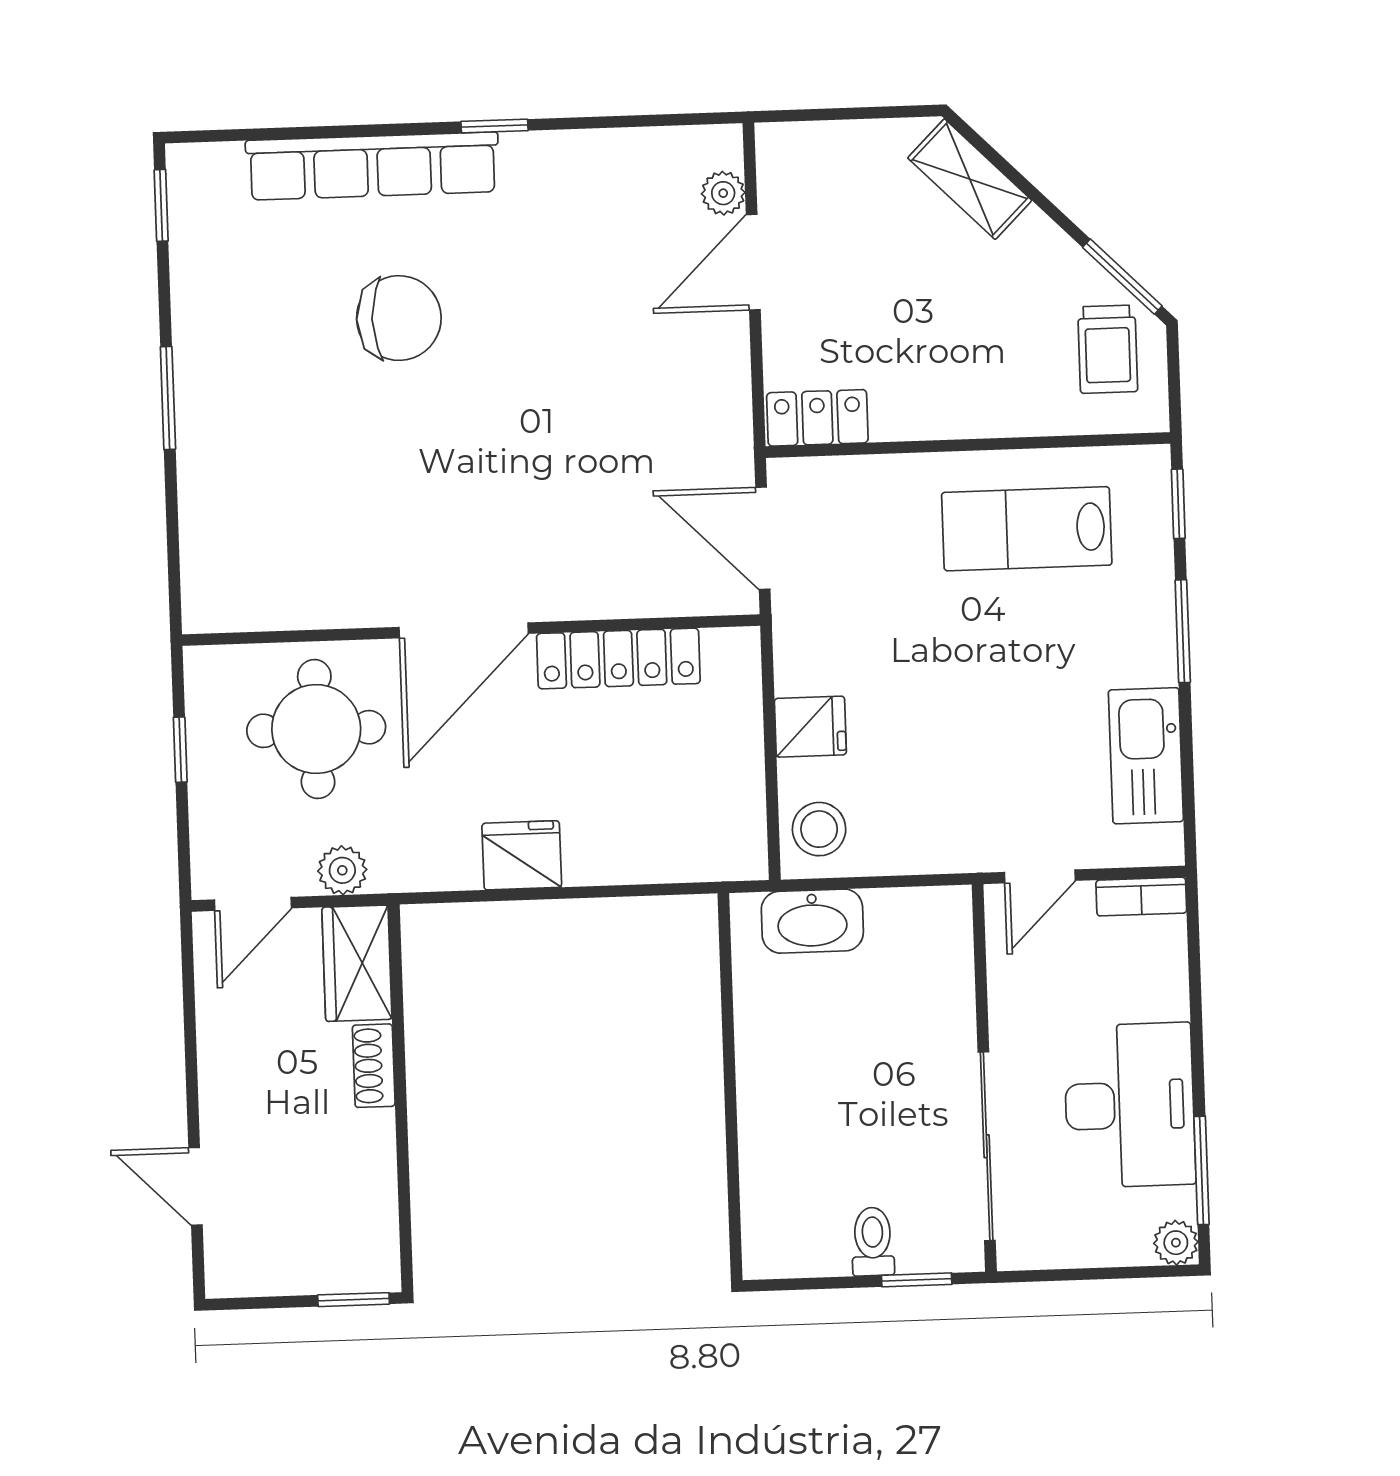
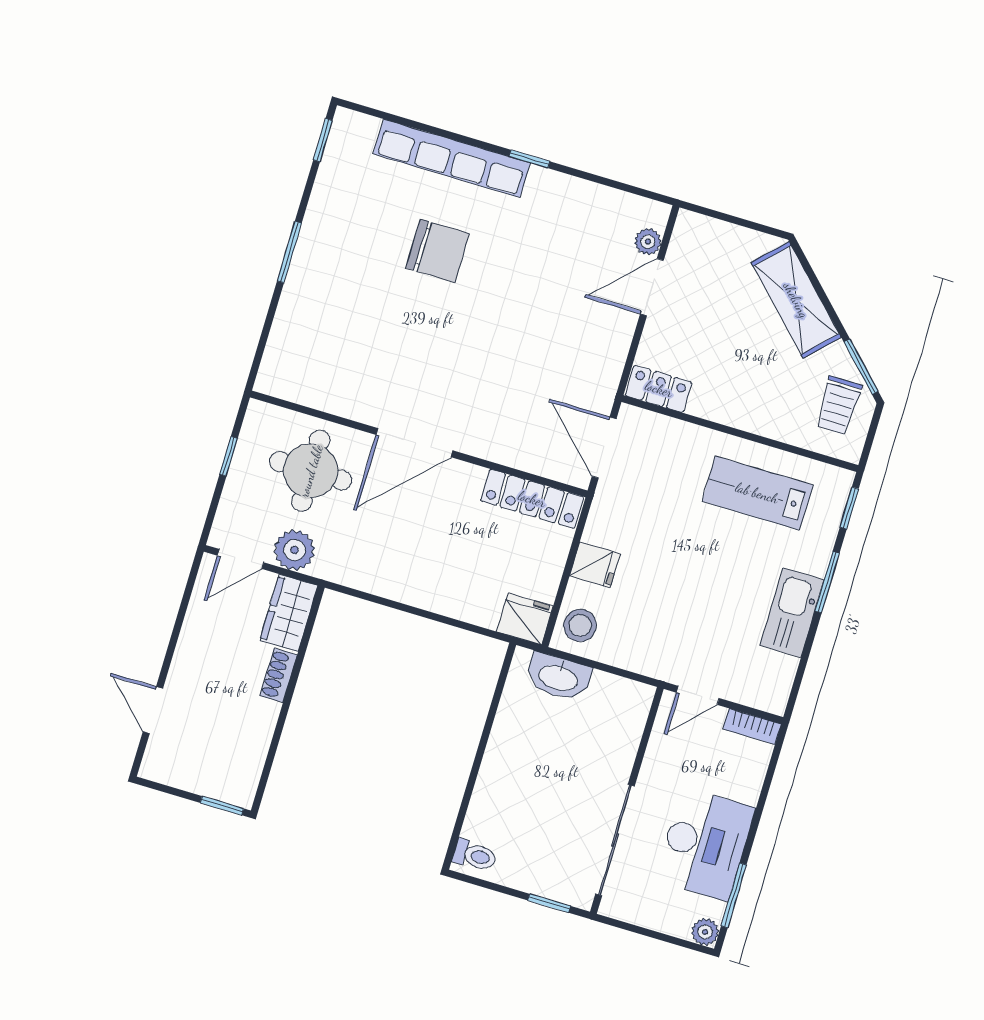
shelving: (970, 179) -> (796, 300), width x1.50, depth x1.33
locker: (618, 659) -> (532, 499), moved
kitchen sink: (1146, 756) -> (792, 613), moved
fridge: (522, 855) -> (525, 619), moved
plant: (342, 870) -> (295, 550), width x1.38, depth x1.38
toilet: (873, 1242) -> (475, 855), moved, turned 90

